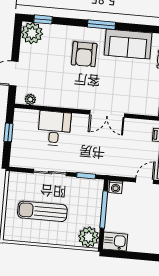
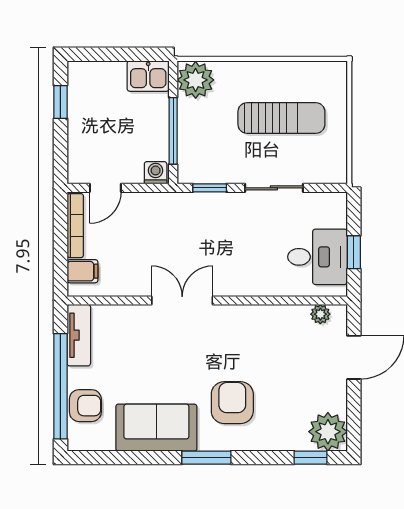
desk: (54, 128) -> (317, 257), moved, turned -90

